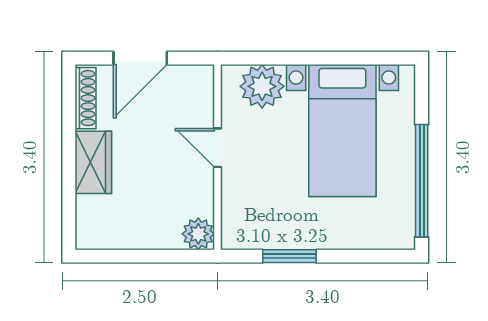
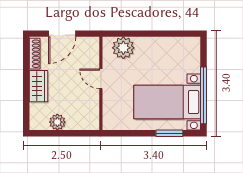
bed with nightstands: (342, 130) -> (167, 102), moved, turned 90
plant: (198, 234) -> (57, 122), moved
window: (289, 256) -> (169, 133), moved

